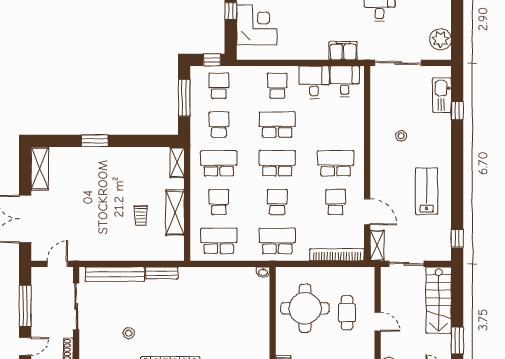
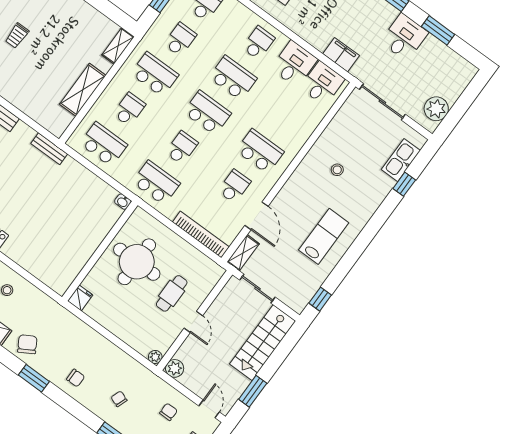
trolley: (141, 216) -> (17, 36), moved
bench: (162, 273) -> (49, 149), moved

